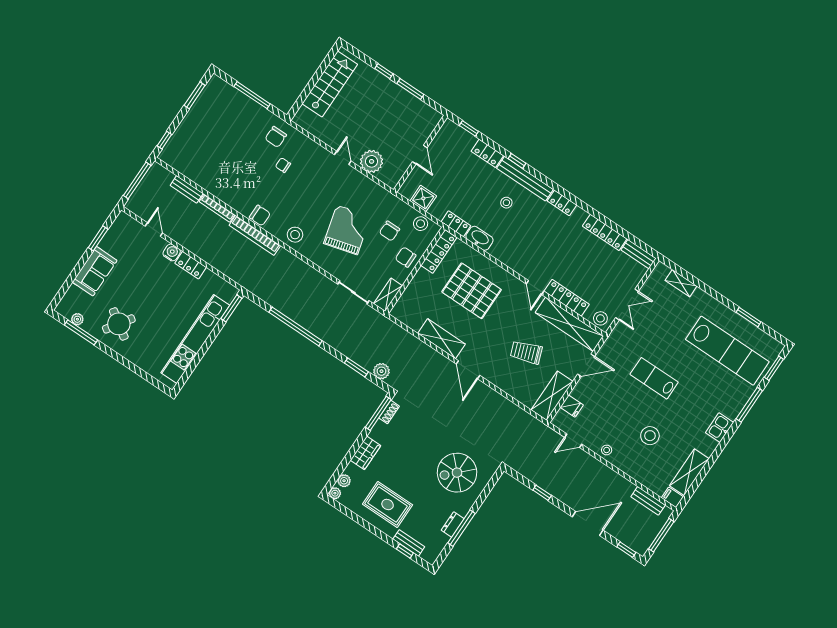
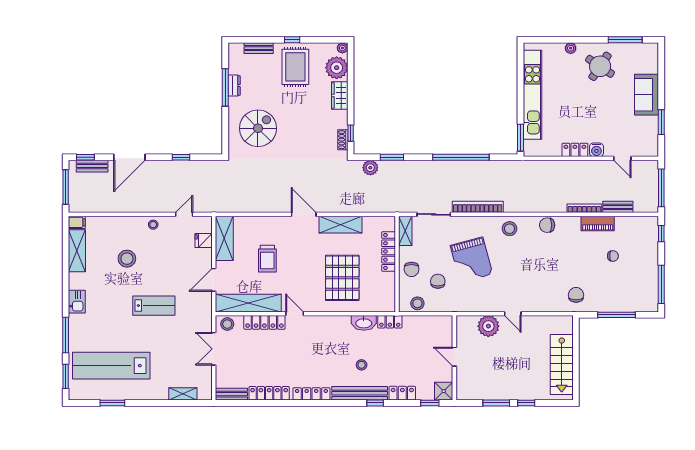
window: (195, 95) -> (661, 284), width x1.44
chair: (283, 165) -> (613, 256), moved
piano: (214, 187) -> (598, 223), added
shower: (423, 198) -> (444, 391), moved
locker: (562, 203) -> (311, 394), width x1.53
bookcase: (255, 235) -> (478, 207), moved
locker: (439, 251) -> (389, 251), moved
chair: (406, 257) -> (412, 269), turned 90
pallet: (472, 291) -> (342, 278), turned 90
plant: (77, 319) -> (571, 48), moved
trolley: (526, 352) -> (267, 259), turned 110
window: (378, 413) -> (351, 133), width x0.46
plant: (344, 481) -> (337, 68), width x1.87, depth x1.87
bench: (648, 501) -> (92, 166), moved
rug: (388, 504) -> (295, 67), turned 90
window: (405, 551) -> (292, 40), moved

